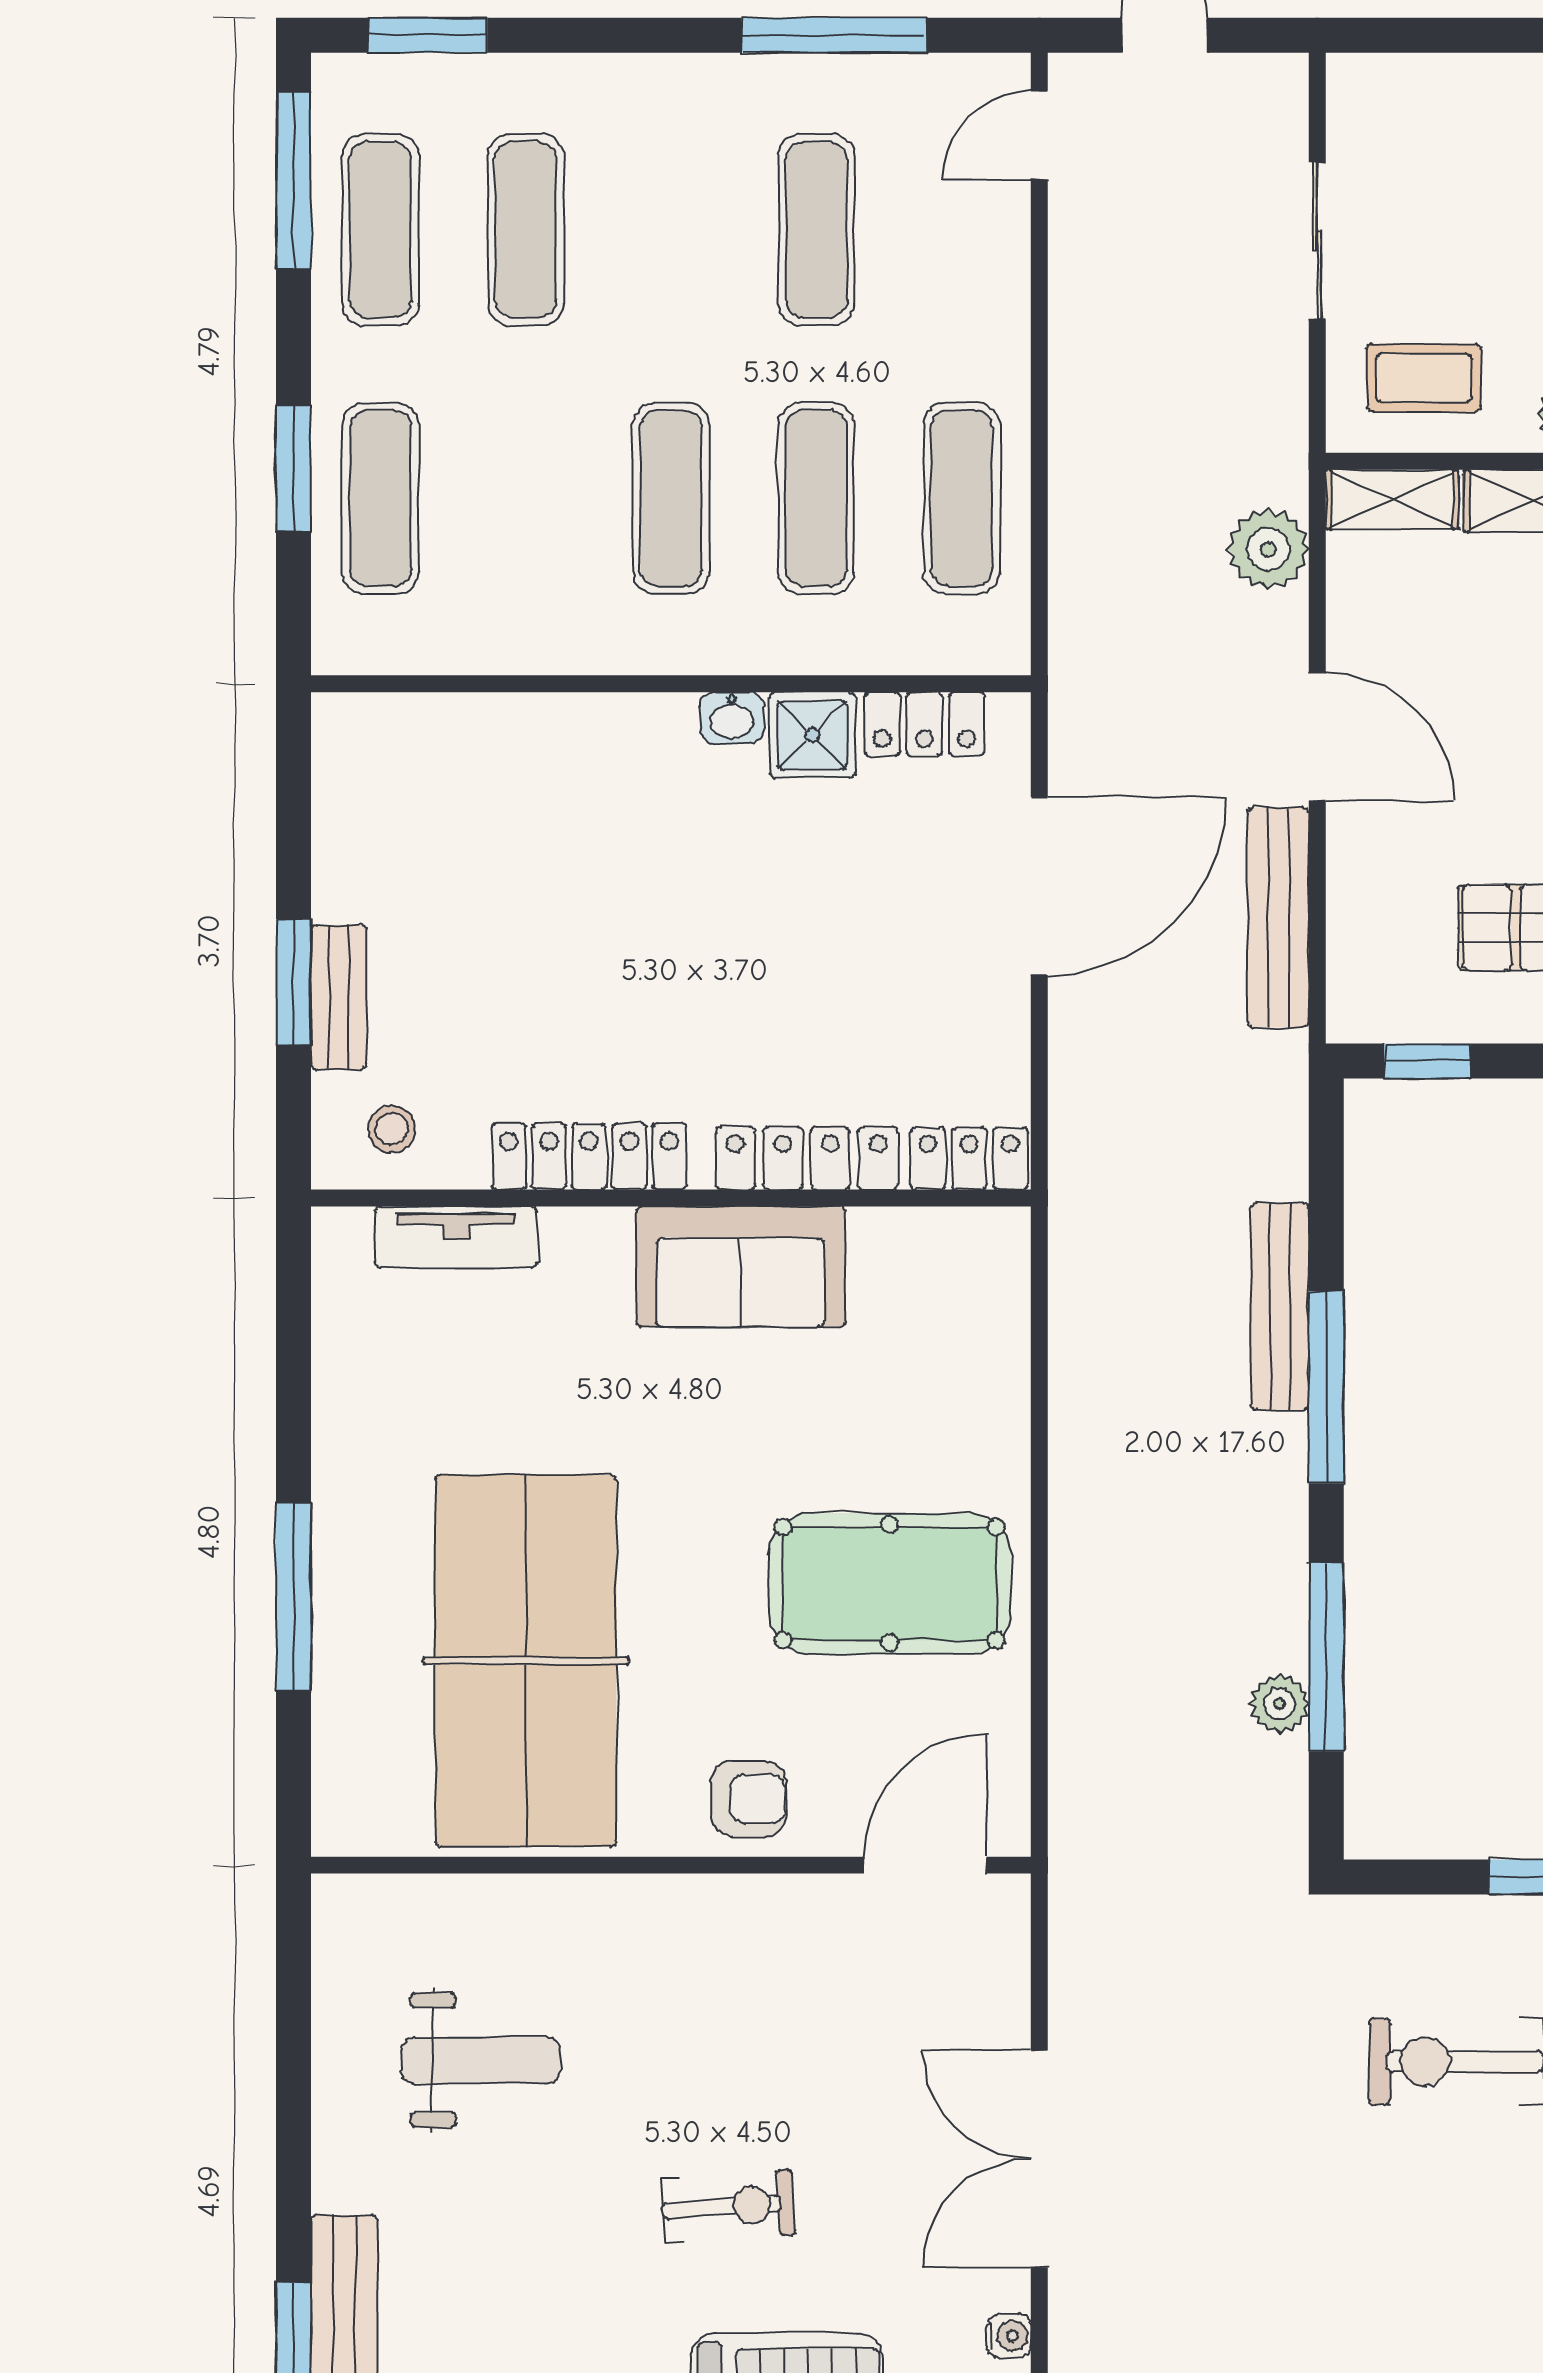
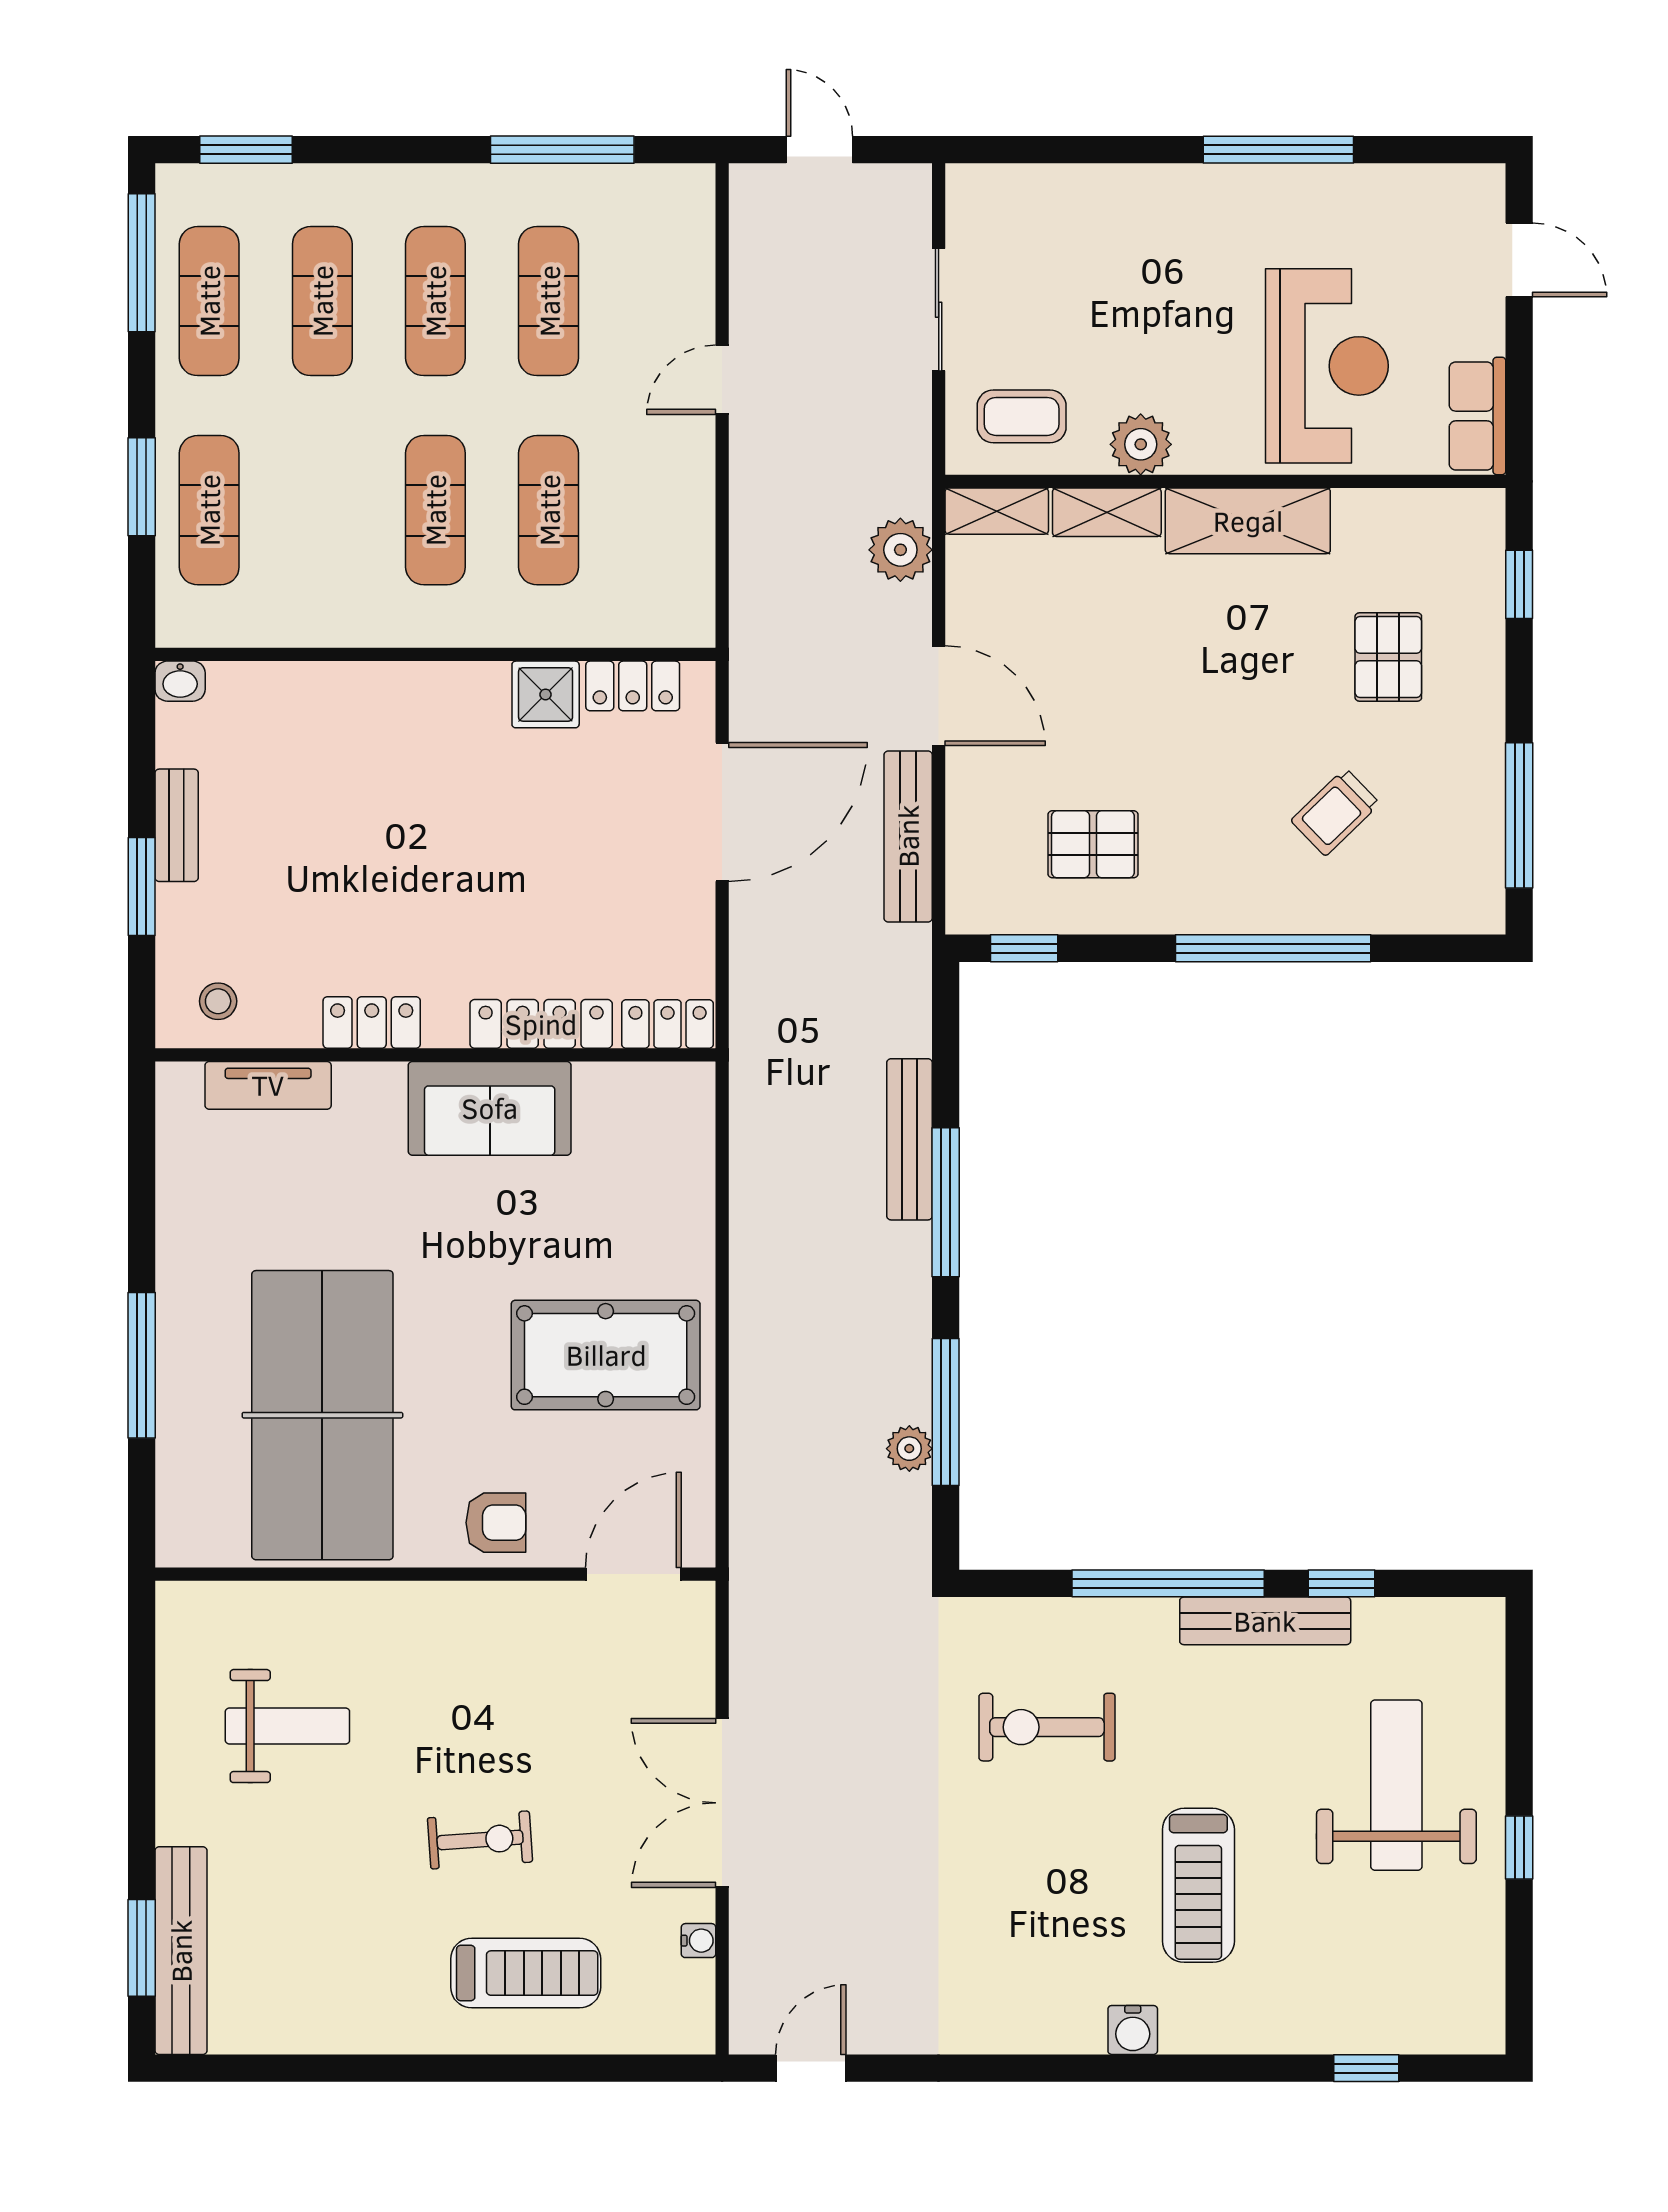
door: (1039, 135) -> (722, 380), moved
exercise mat: (961, 498) -> (435, 301), moved
washbasin: (732, 718) -> (180, 681), moved
bench: (339, 997) -> (177, 825), moved
locker: (589, 1156) -> (372, 1022), width x0.66

